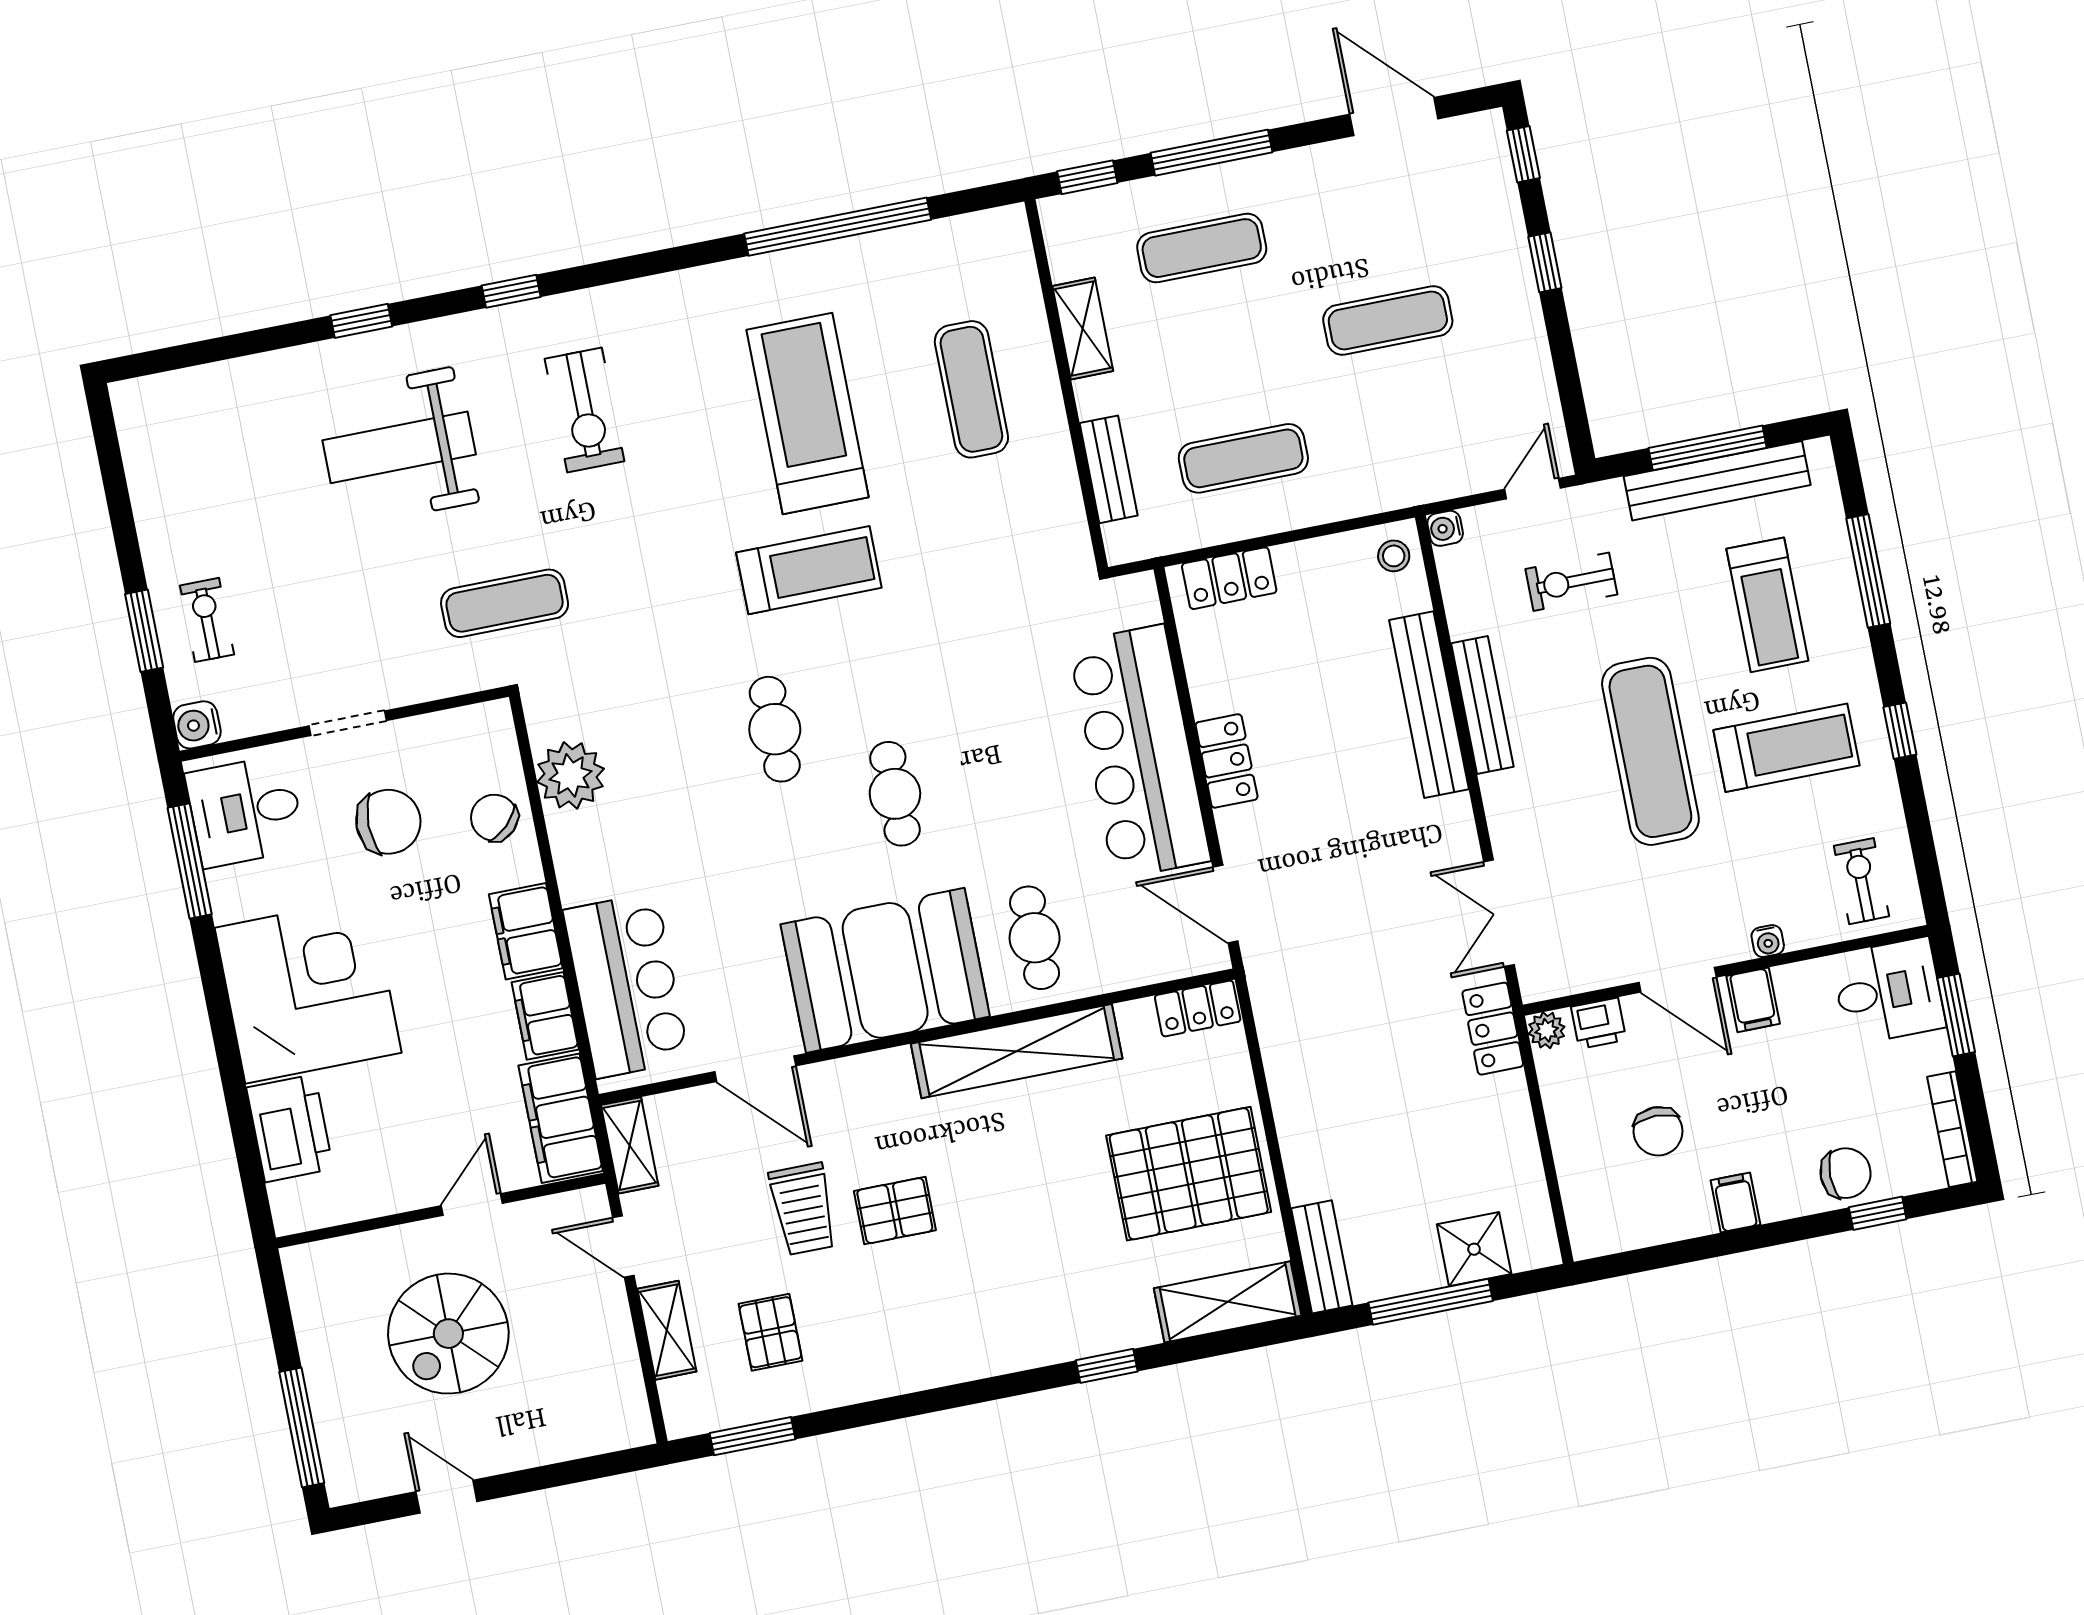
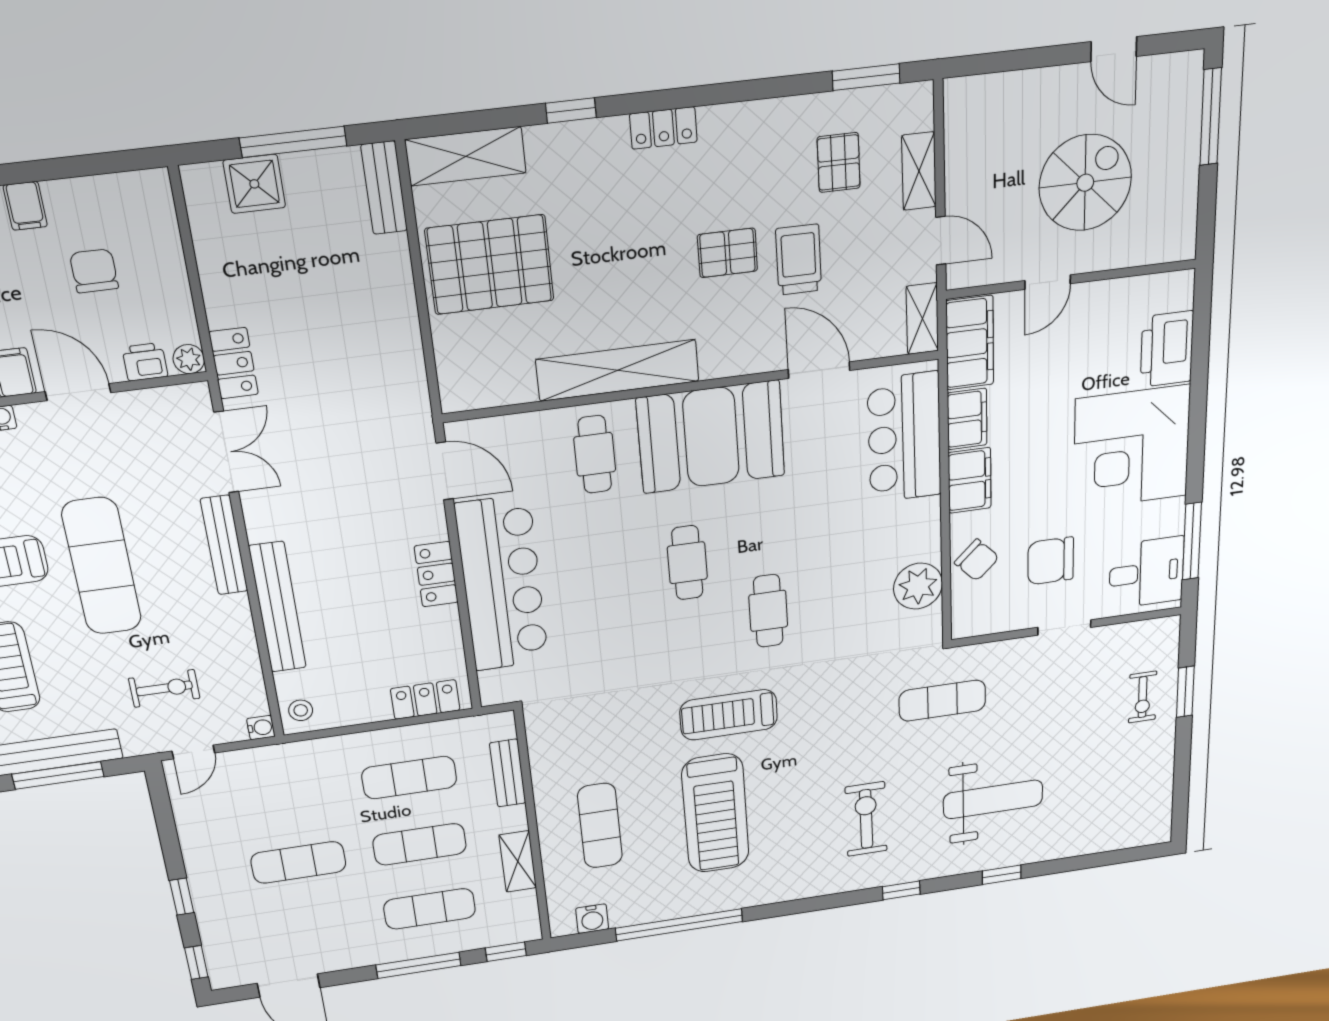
exercise mat: (1223, 353) -> (420, 844), added
bench: (1482, 705) -> (224, 545), moved
water cooler: (197, 725) -> (592, 919), moved, turned 90
locker: (1198, 1008) -> (663, 128), moved, turned 180

